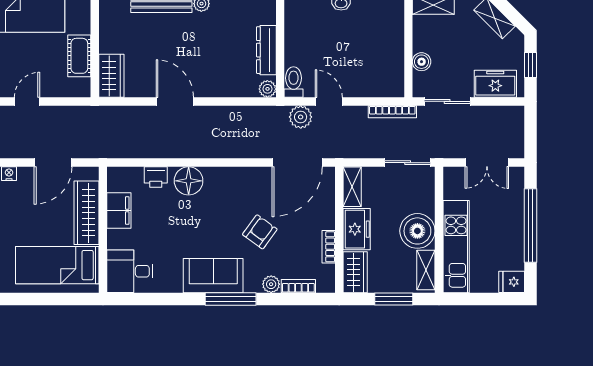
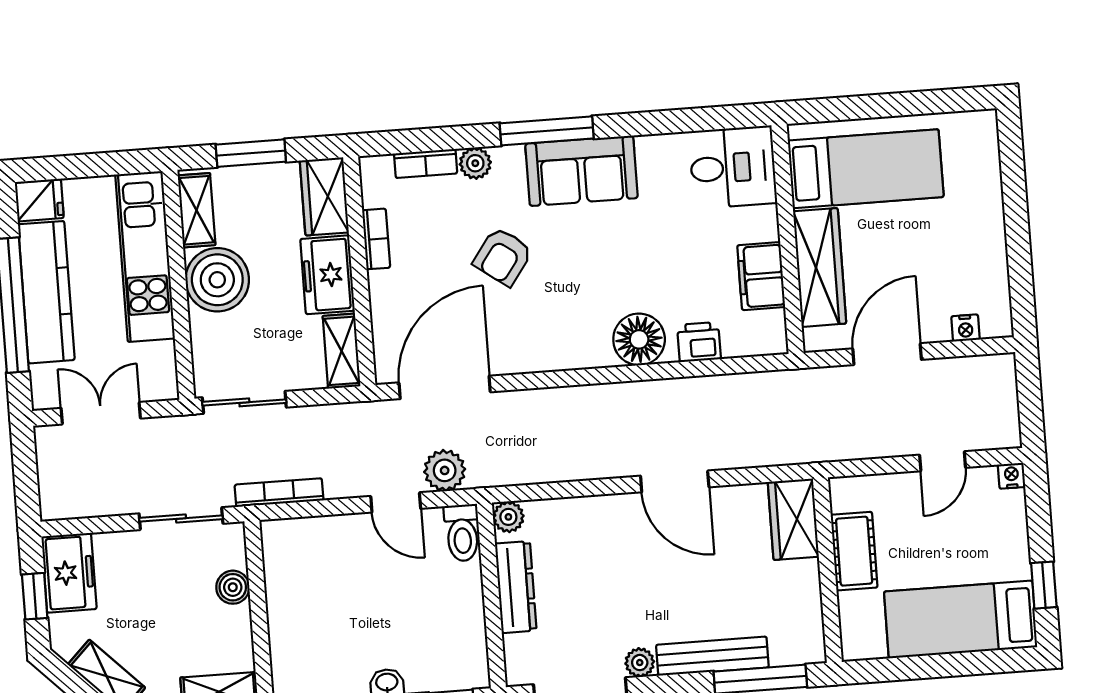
freezer: (495, 84) -> (69, 573), moved, turned -90
kitchen counter: (512, 231) -> (46, 292), added

